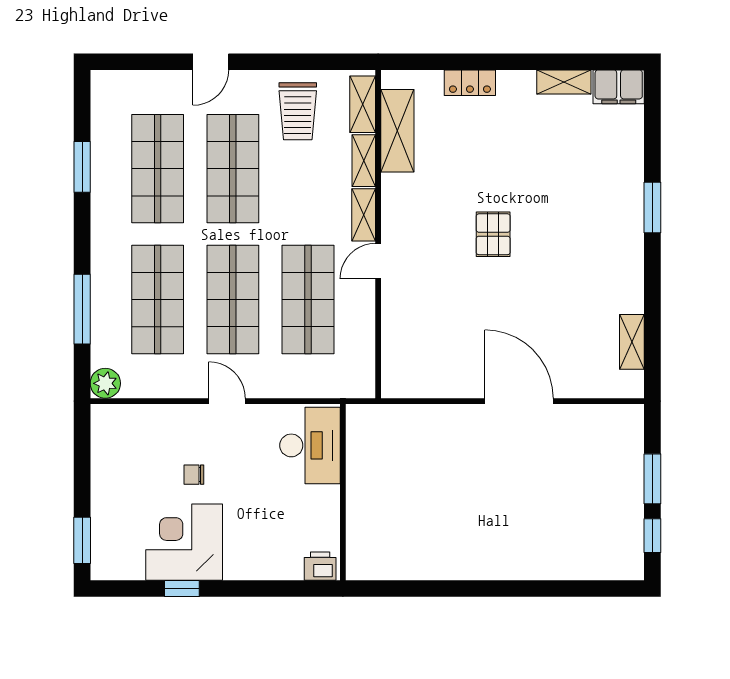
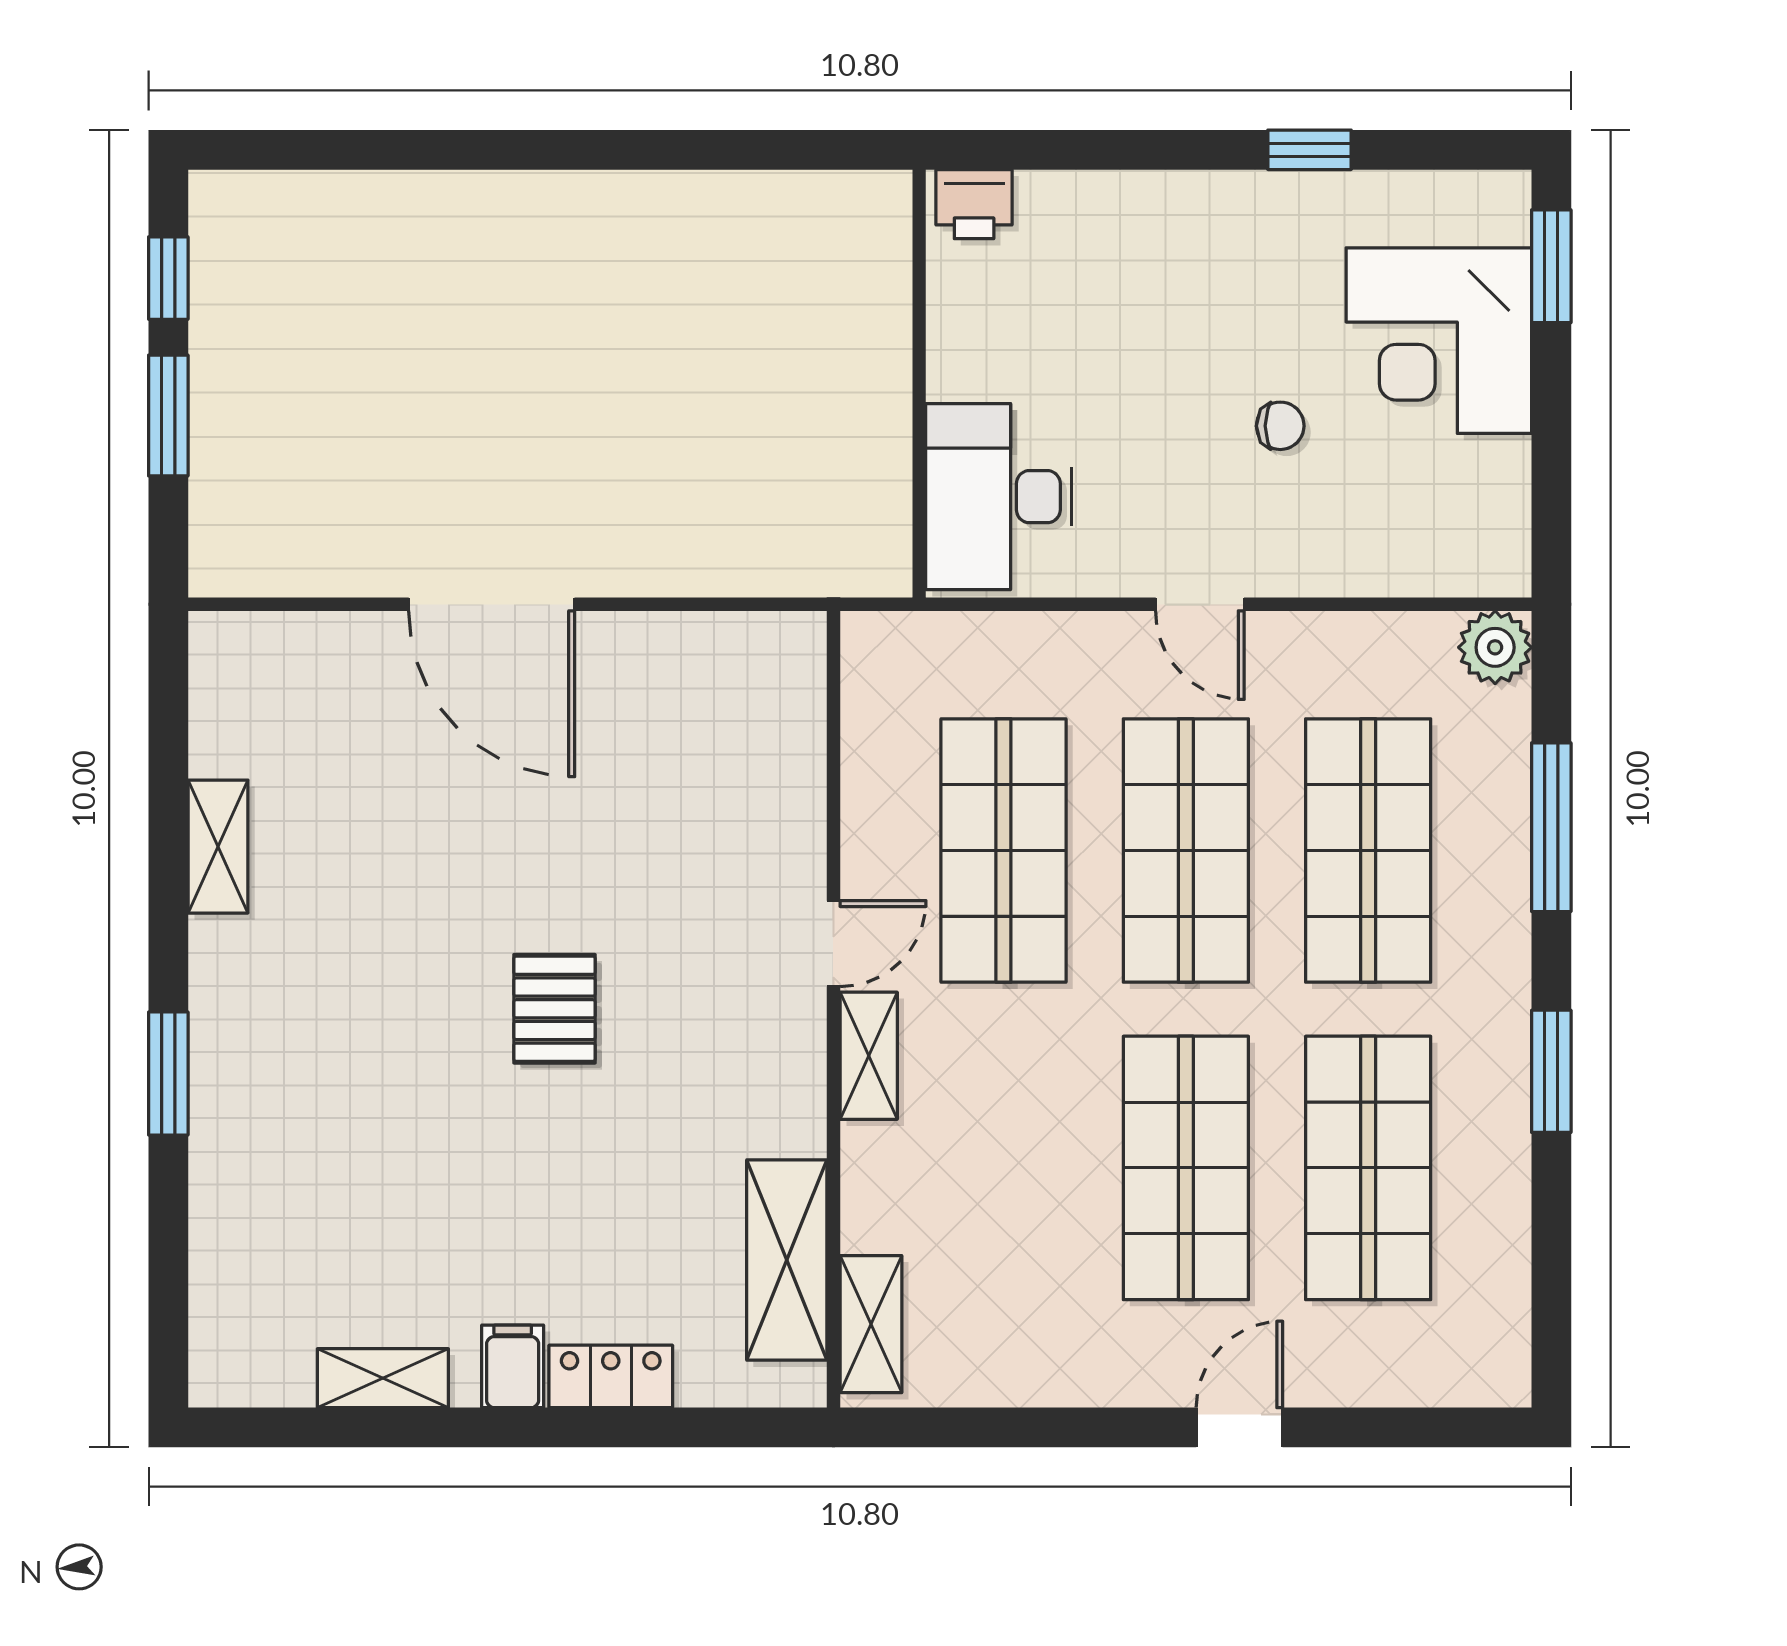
filing cabinet: (619, 87) -> (513, 1366), moved, width x0.50
trolley: (298, 111) -> (1028, 1307), removed
shelving: (364, 161) -> (868, 1187), removed
window: (82, 167) -> (1551, 1071), moved
shelving: (632, 342) -> (218, 847), moved
corner desk: (184, 542) -> (1439, 341), moved, turned 90

